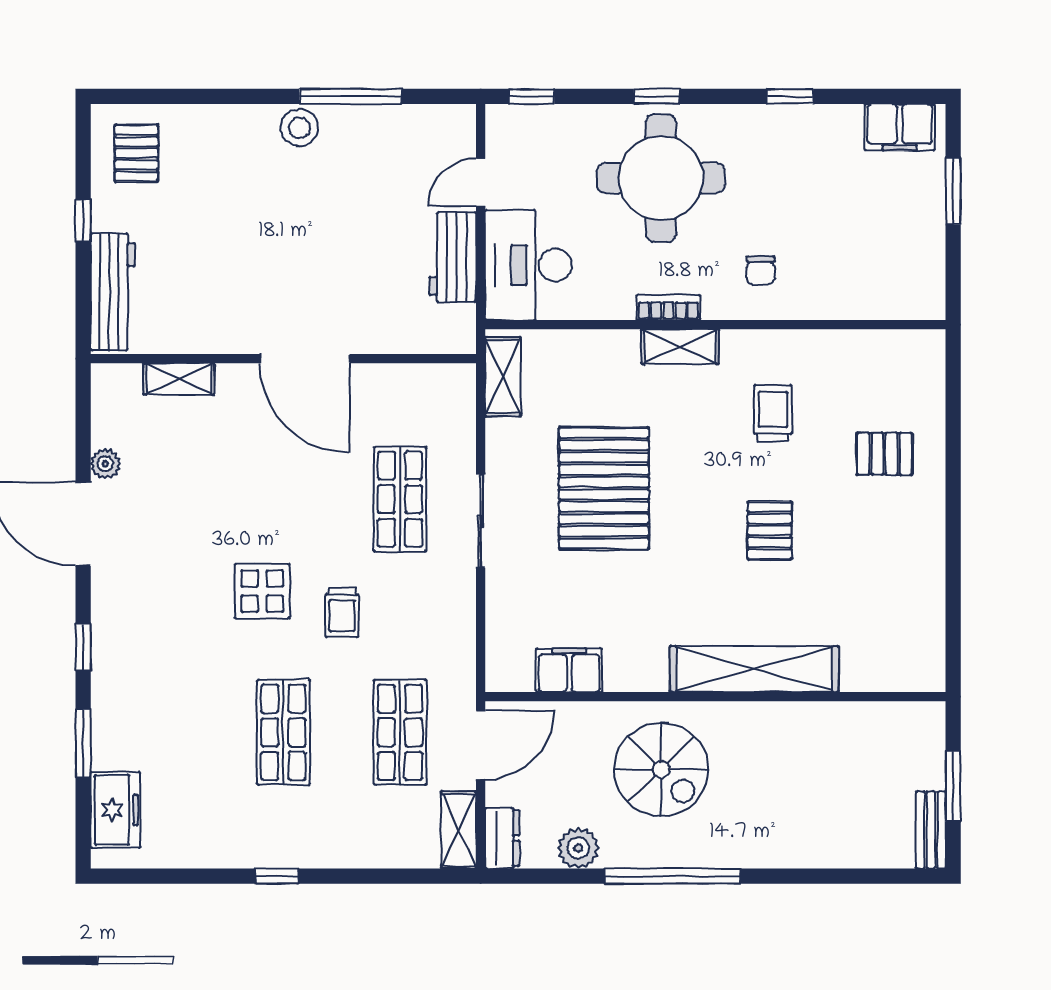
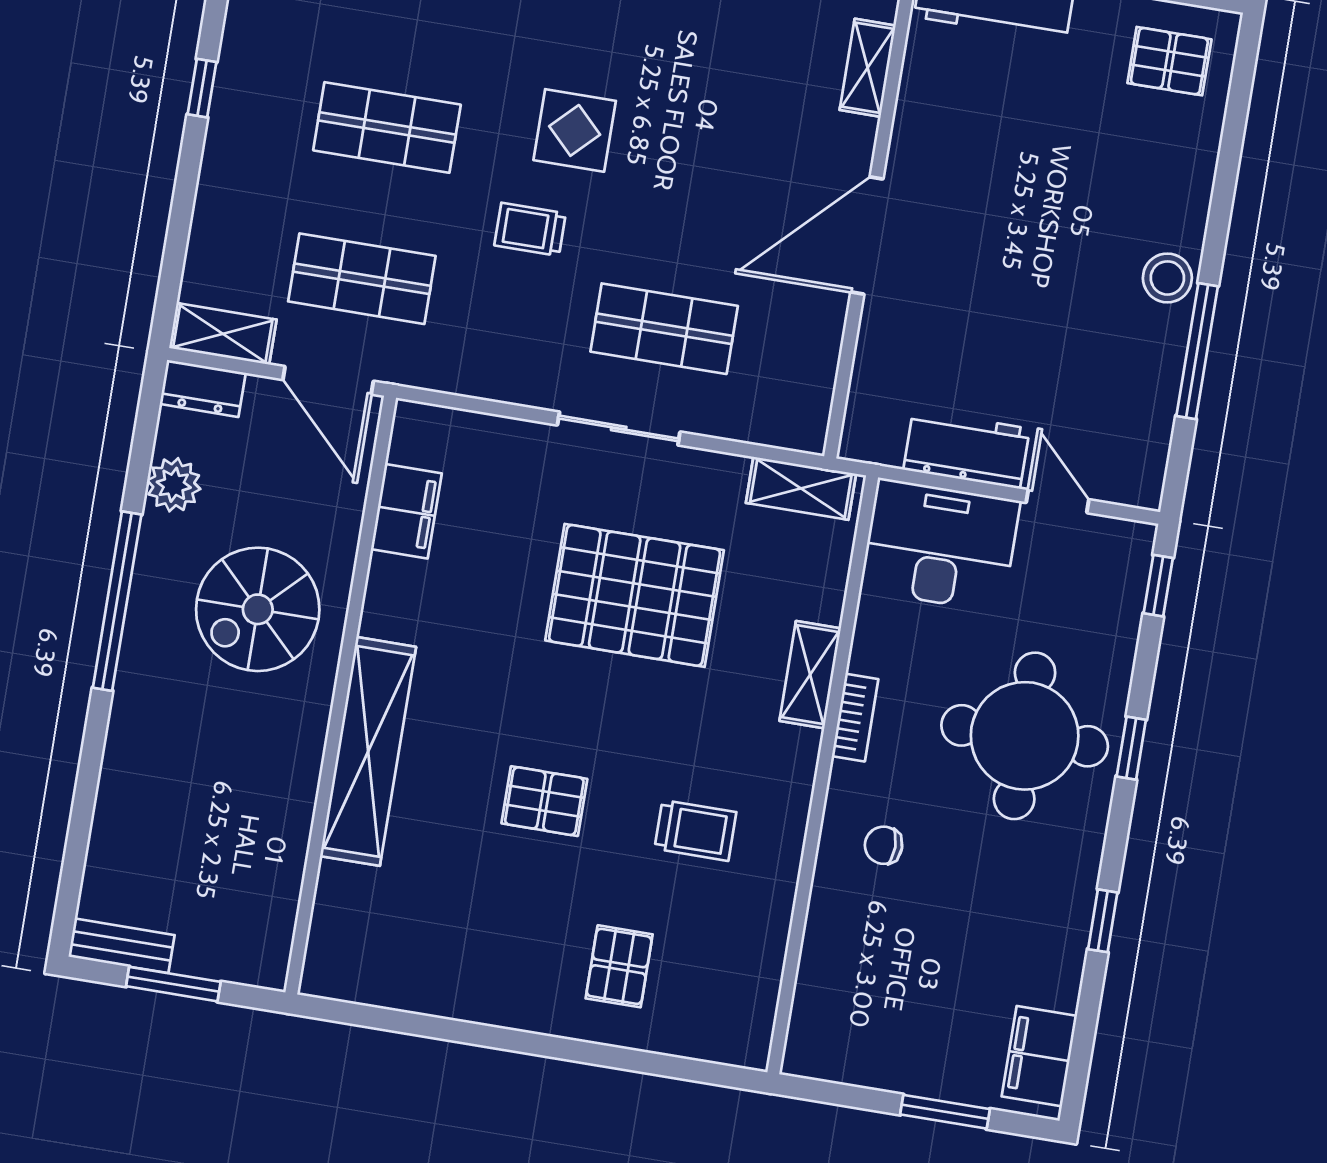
shelving: (680, 347) -> (810, 675), moved

